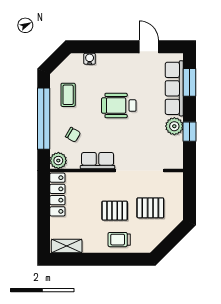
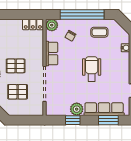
locker: (57, 195) -> (33, 24), width x0.66
pallet: (150, 208) -> (18, 92), turned 90
pallet: (115, 211) -> (16, 66), turned 90

